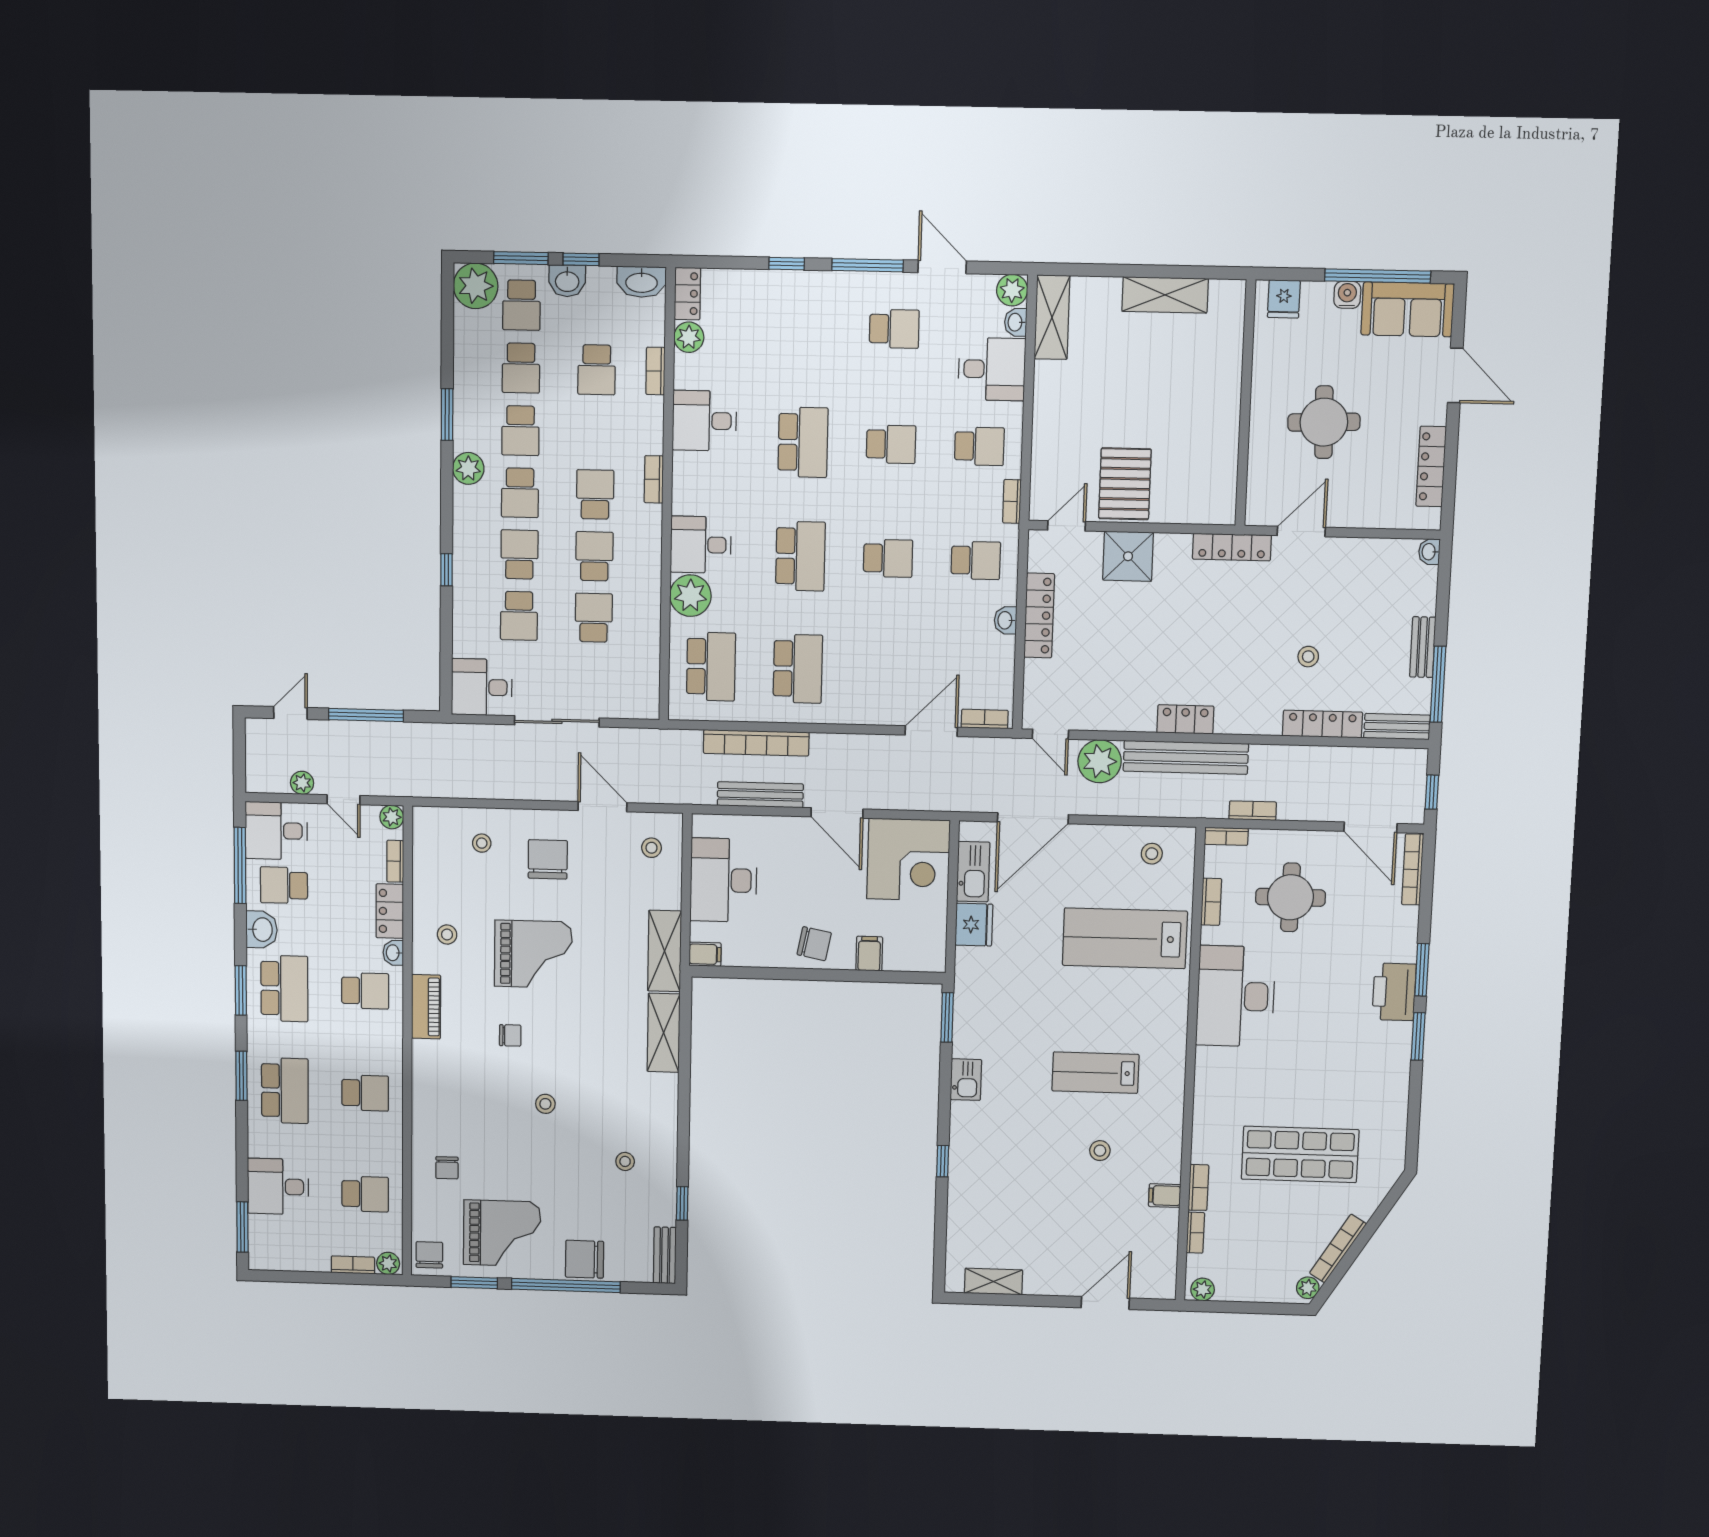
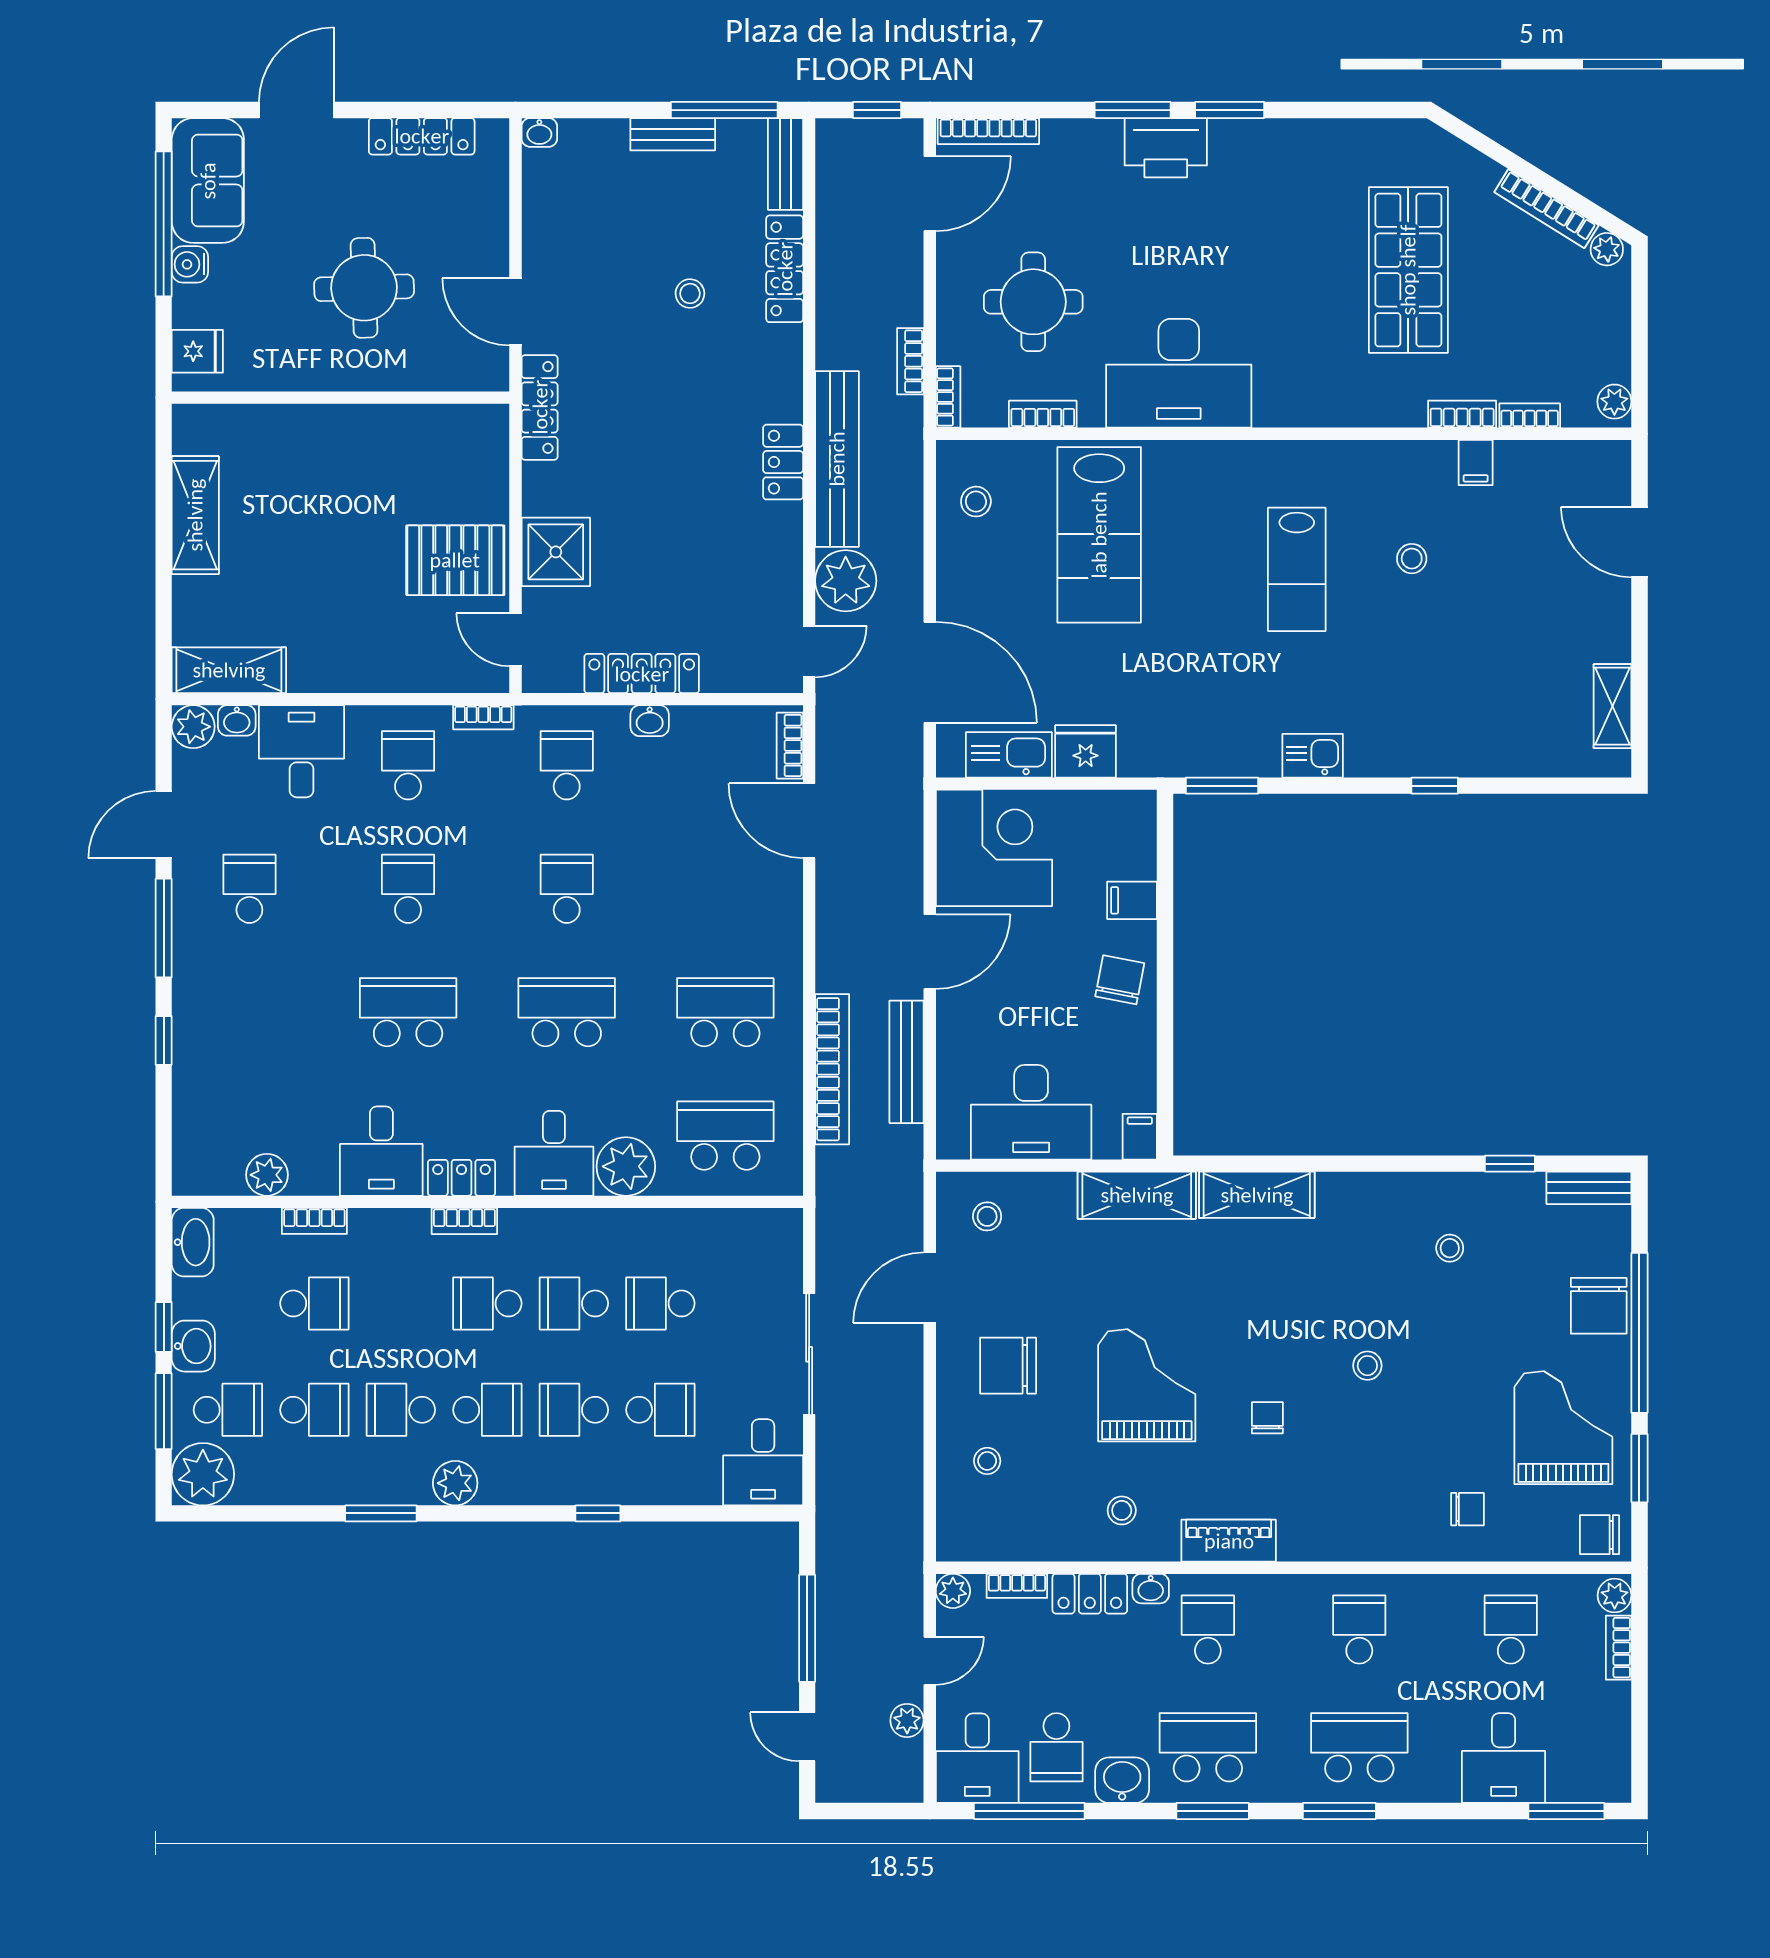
locker: (687, 294) -> (462, 1178), moved
school desk: (520, 431) -> (401, 1410), turned 180

